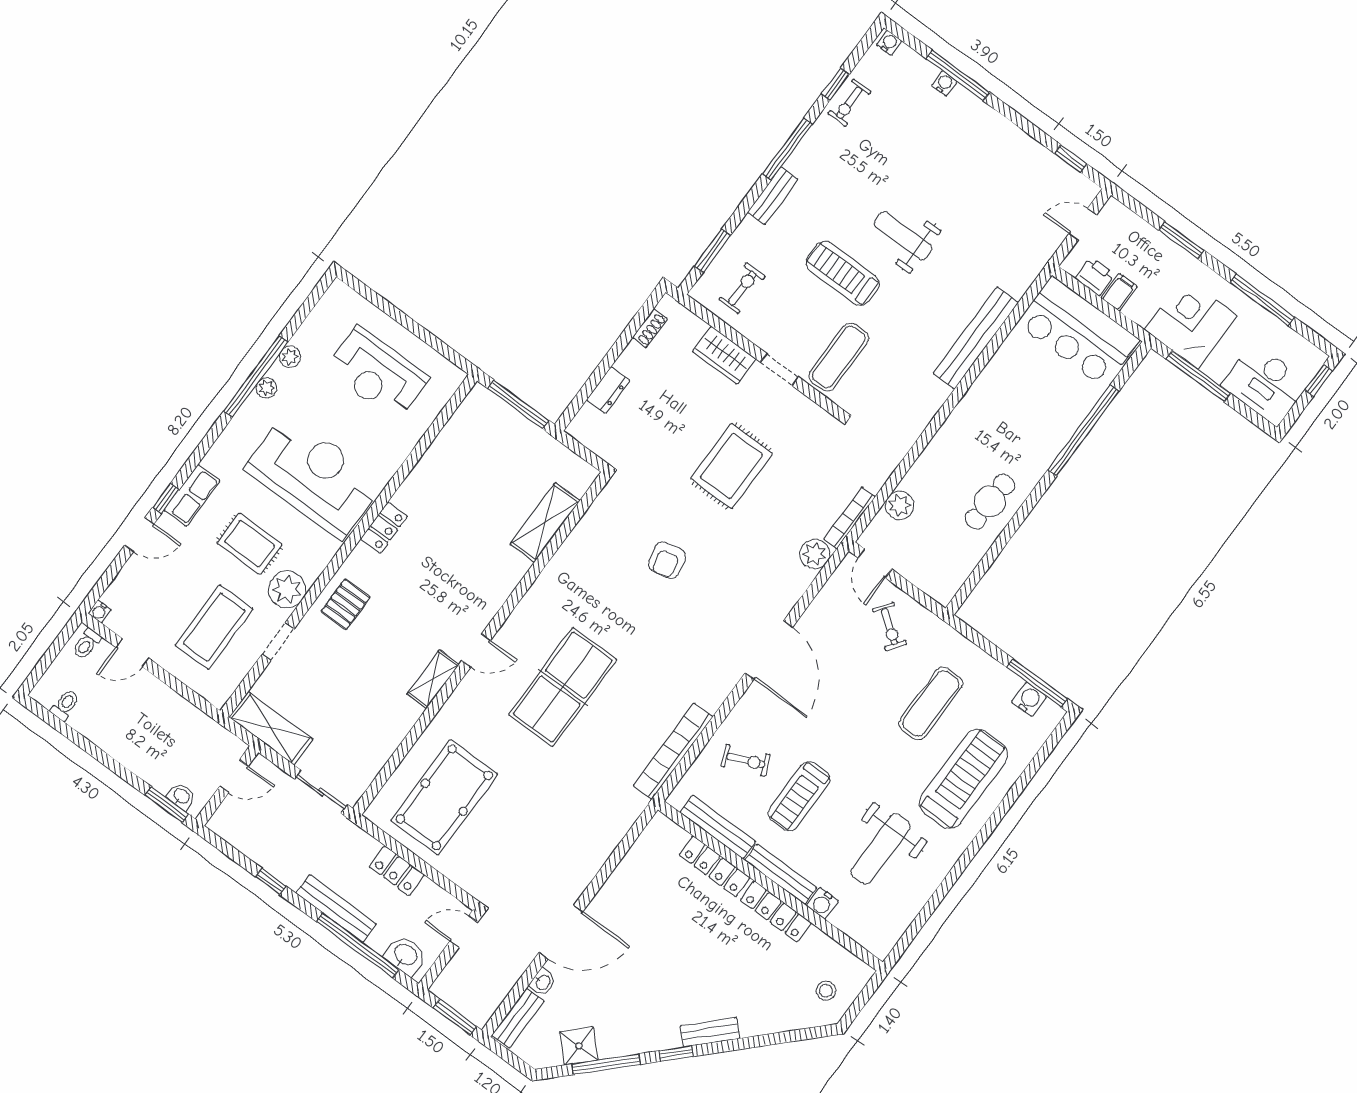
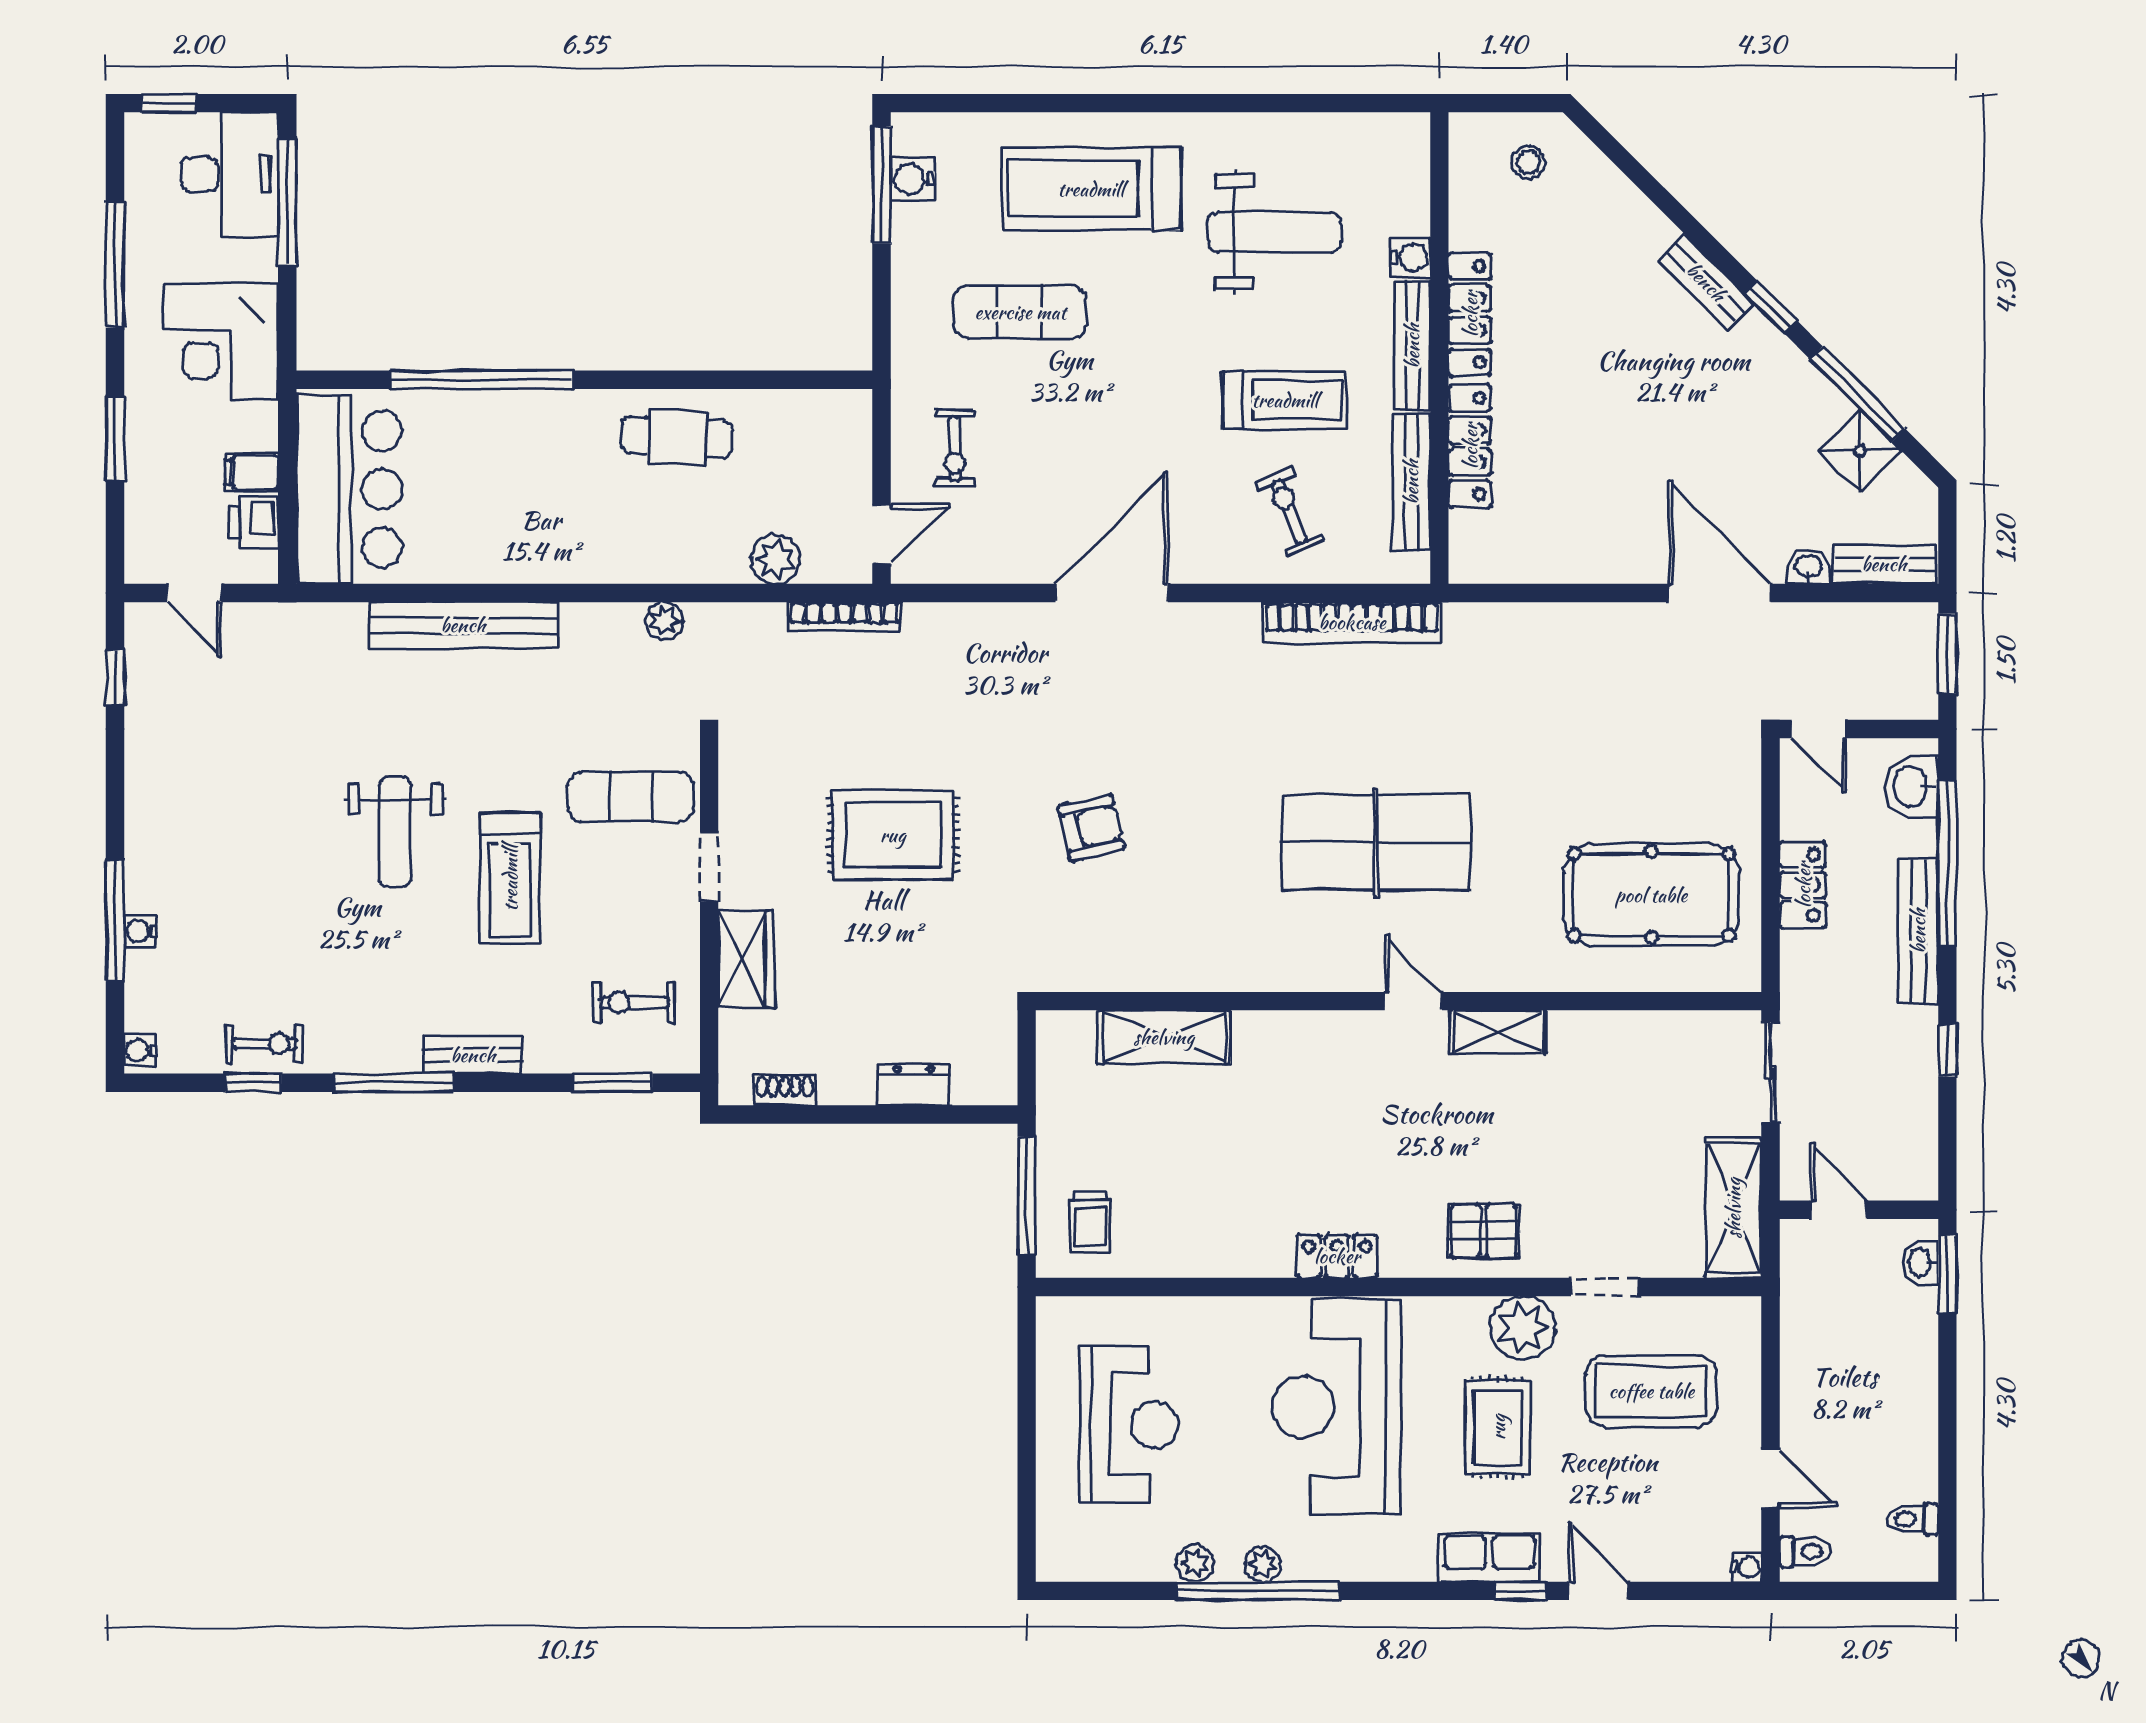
window: (1198, 376) -> (287, 202), moved
trolley: (484, 425) -> (1090, 1222), added
plant: (815, 554) -> (664, 621), moved, width x0.73, depth x0.73
exercise bike: (890, 627) -> (955, 449), turned 144

